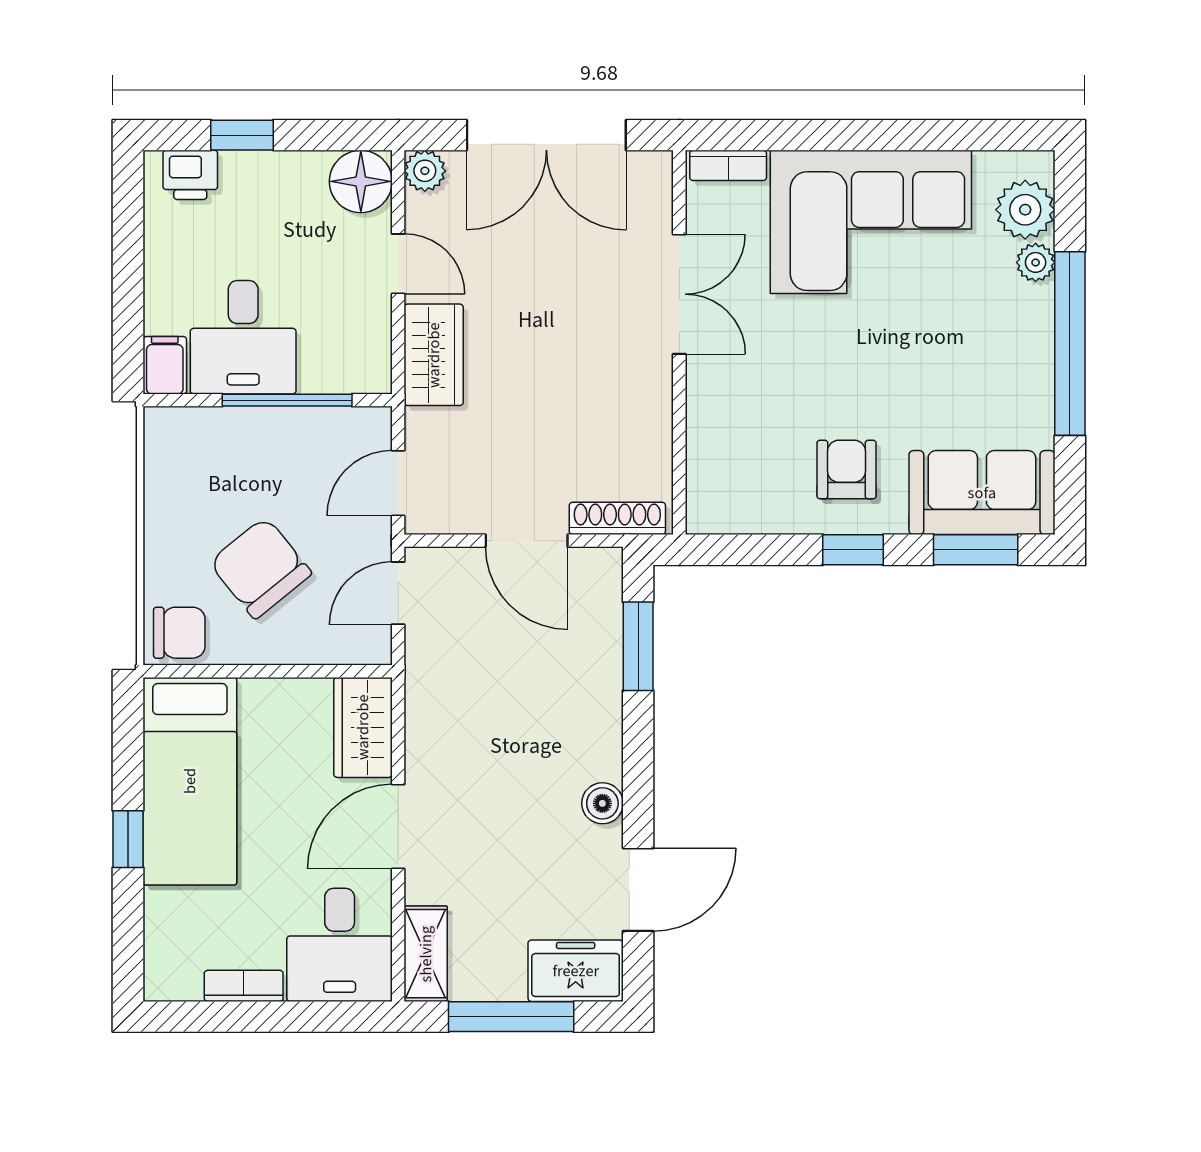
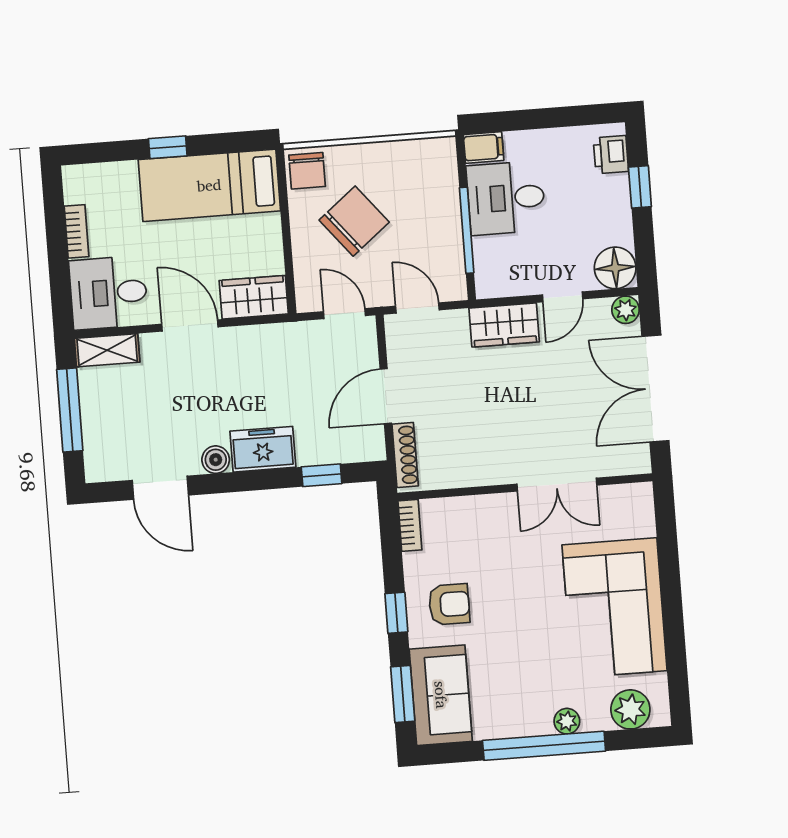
bookcase: (728, 165) -> (410, 525), moved, turned 180
plant: (1036, 262) -> (567, 721), moved
window: (638, 646) -> (322, 475), width x0.67
freezer: (576, 971) -> (263, 449), moved, turned -90

